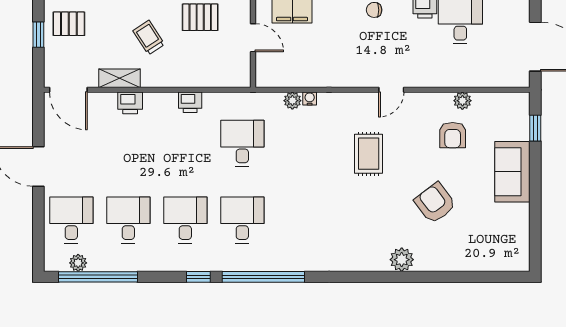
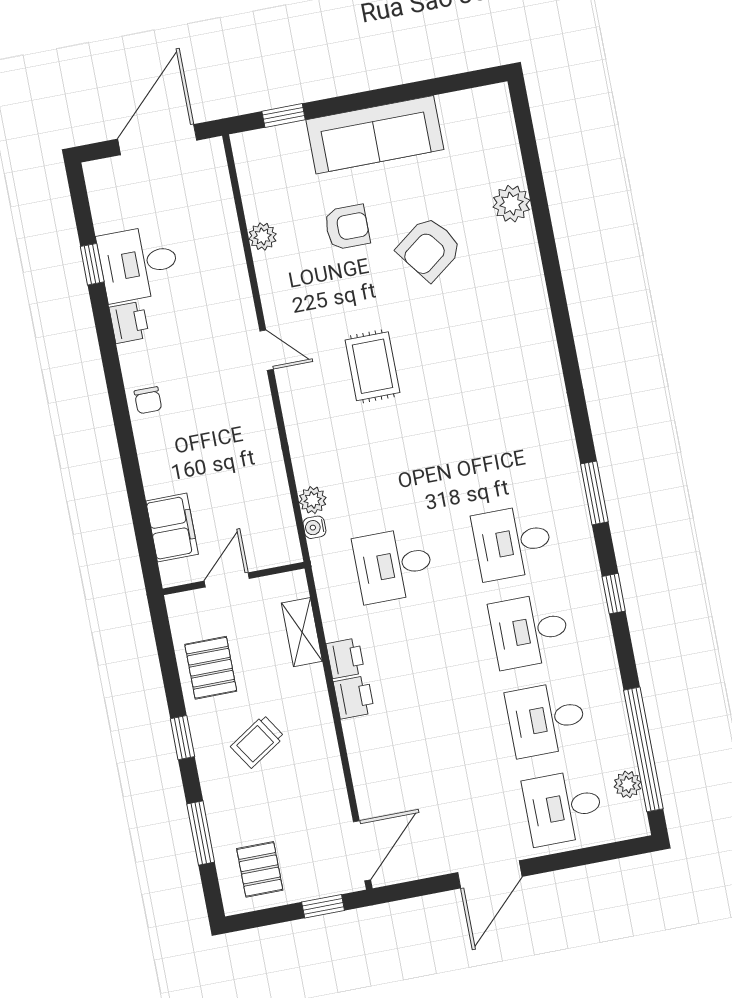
window: (38, 35) -> (323, 906), moved
shelving: (120, 78) -> (302, 632), moved
water cooler: (310, 98) -> (314, 527), moved
printer: (130, 103) -> (354, 697), moved
armchair: (453, 135) -> (347, 227), moved
rug: (369, 154) -> (372, 366), turned 90
sofa: (512, 172) -> (375, 135), width x1.36
plant: (402, 260) -> (512, 204), moved
window: (263, 277) -> (594, 493), width x0.47

